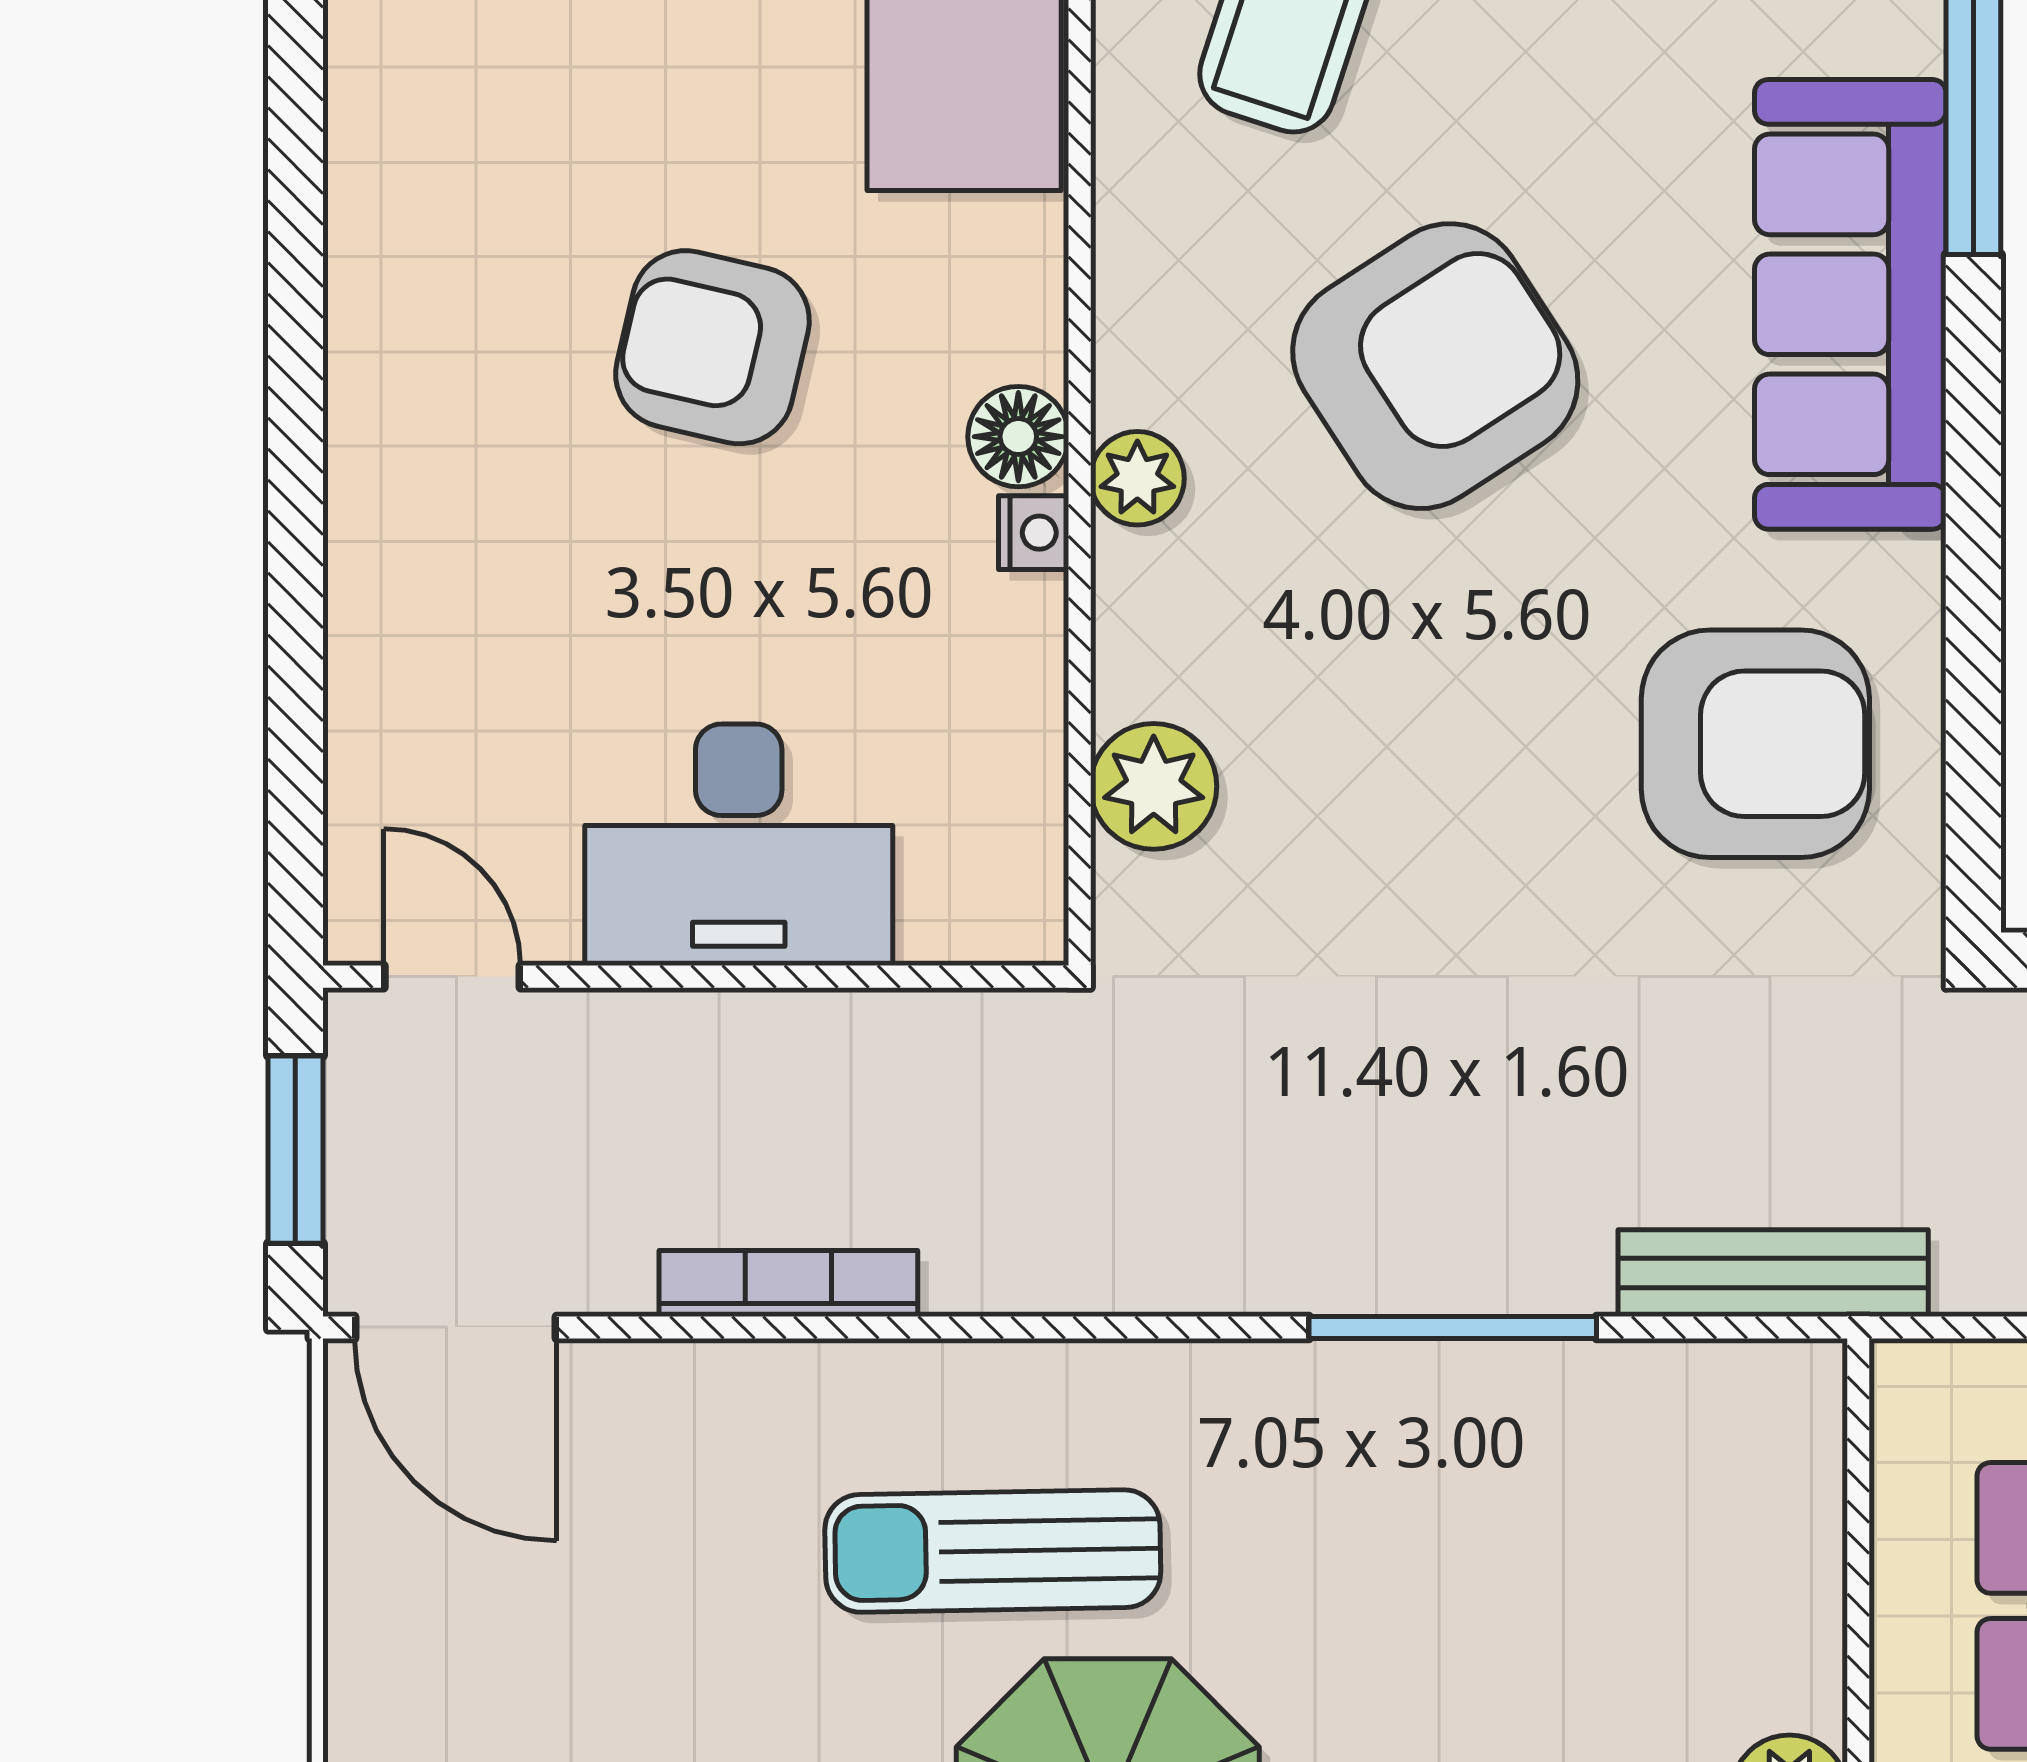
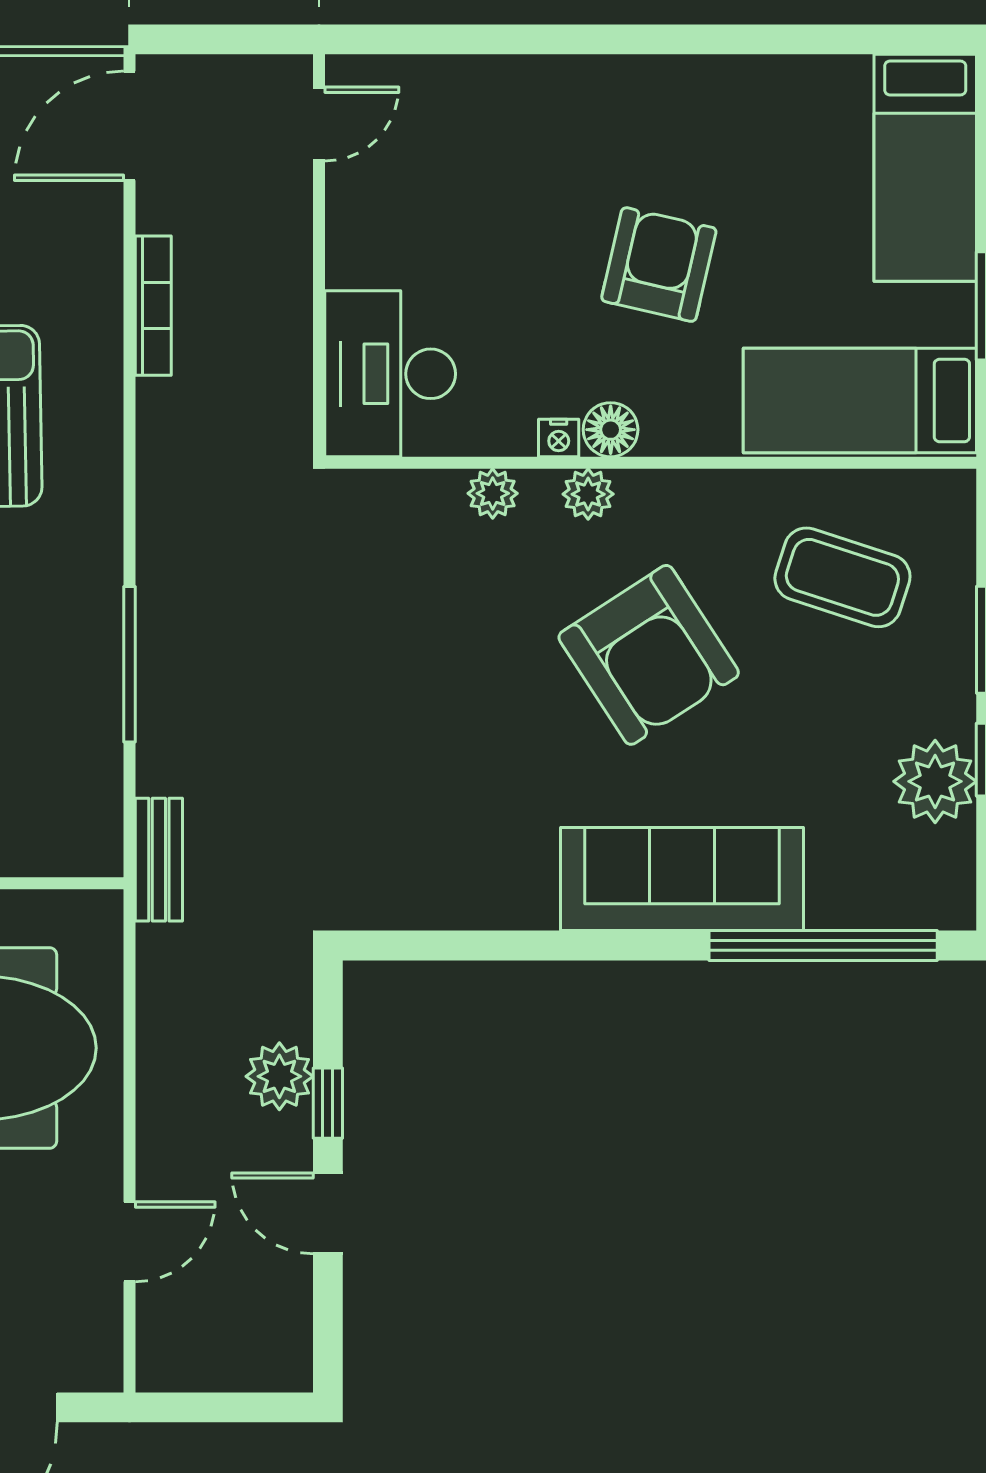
armchair: (1755, 744) -> (445, 828), removed
plant: (1154, 786) -> (493, 493), moved, width x0.73, depth x0.73
desk: (739, 845) -> (390, 374), moved
window: (295, 1150) -> (226, 39), removed
bench: (1773, 1273) -> (159, 860), width x0.73

